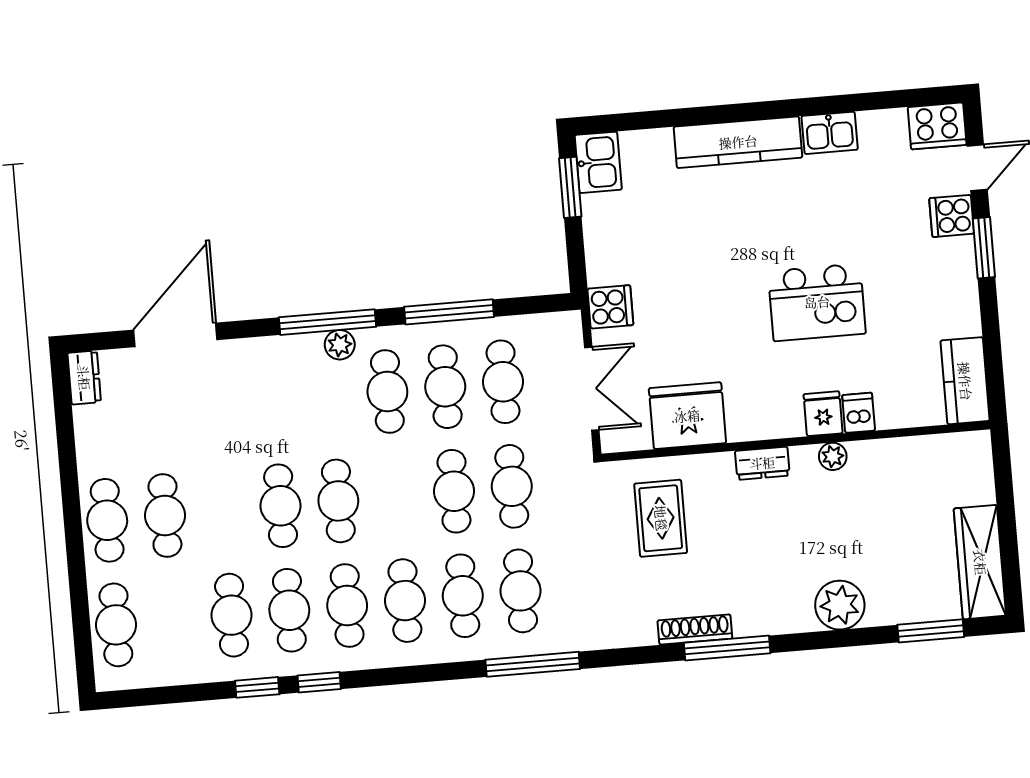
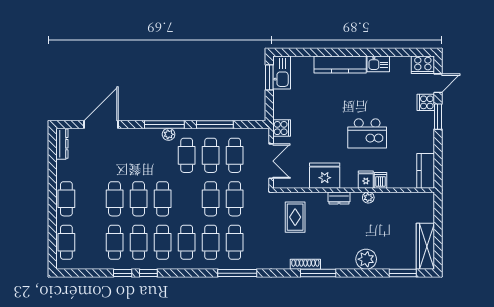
kitchen sink: (598, 162) -> (282, 73), width x1.38
dresser: (84, 377) -> (62, 144), width x1.44
fridge: (687, 416) -> (325, 176), moved
cafe table: (165, 515) -> (115, 199), moved

